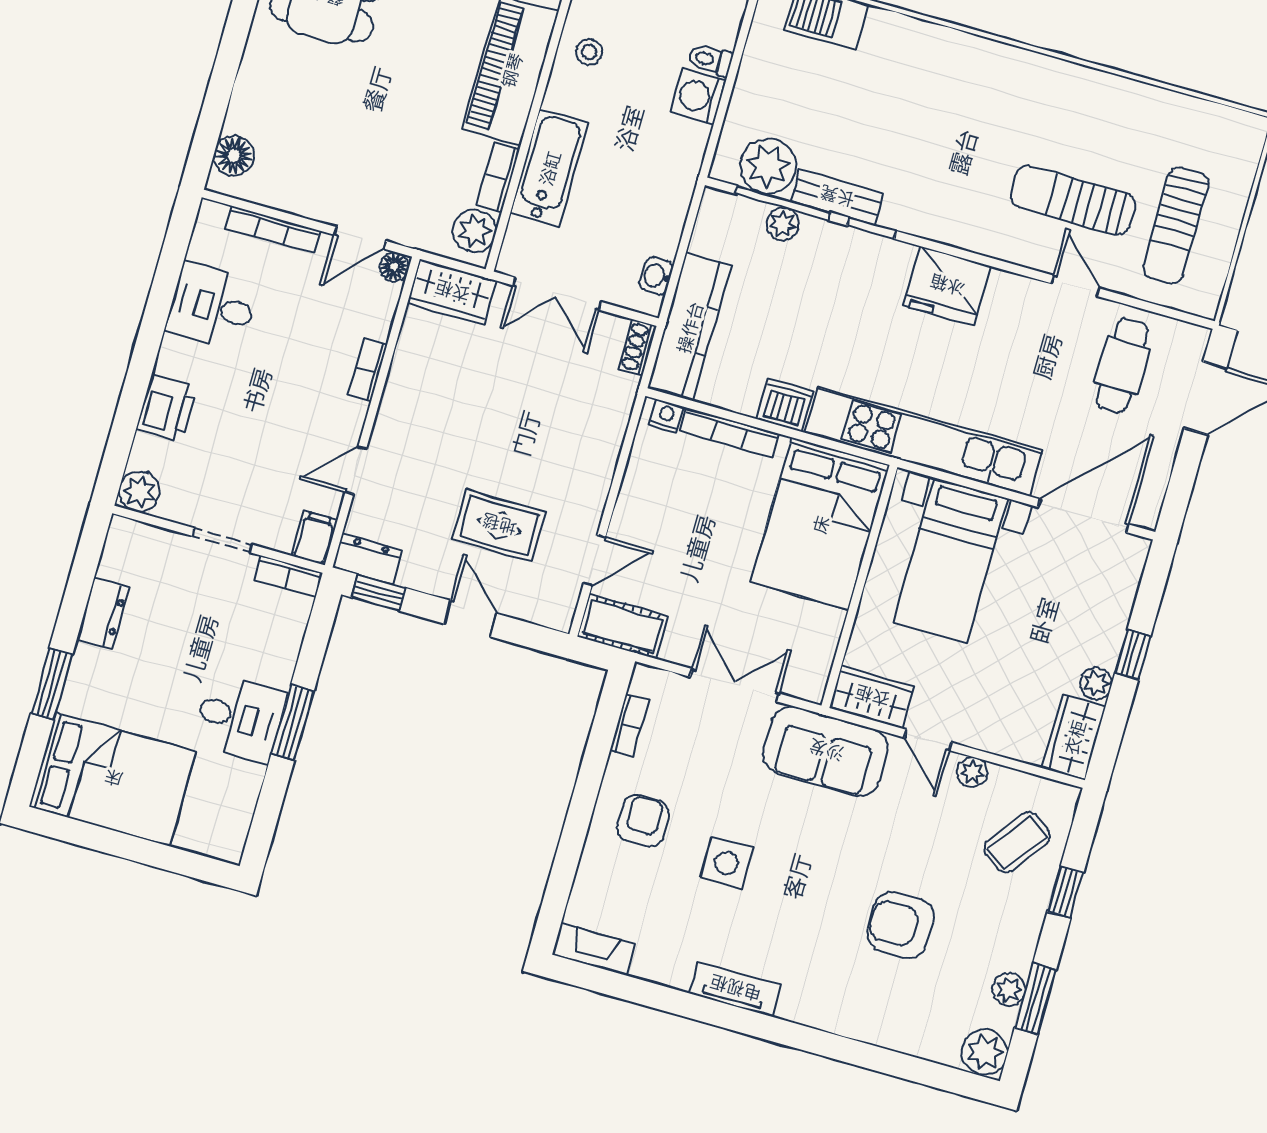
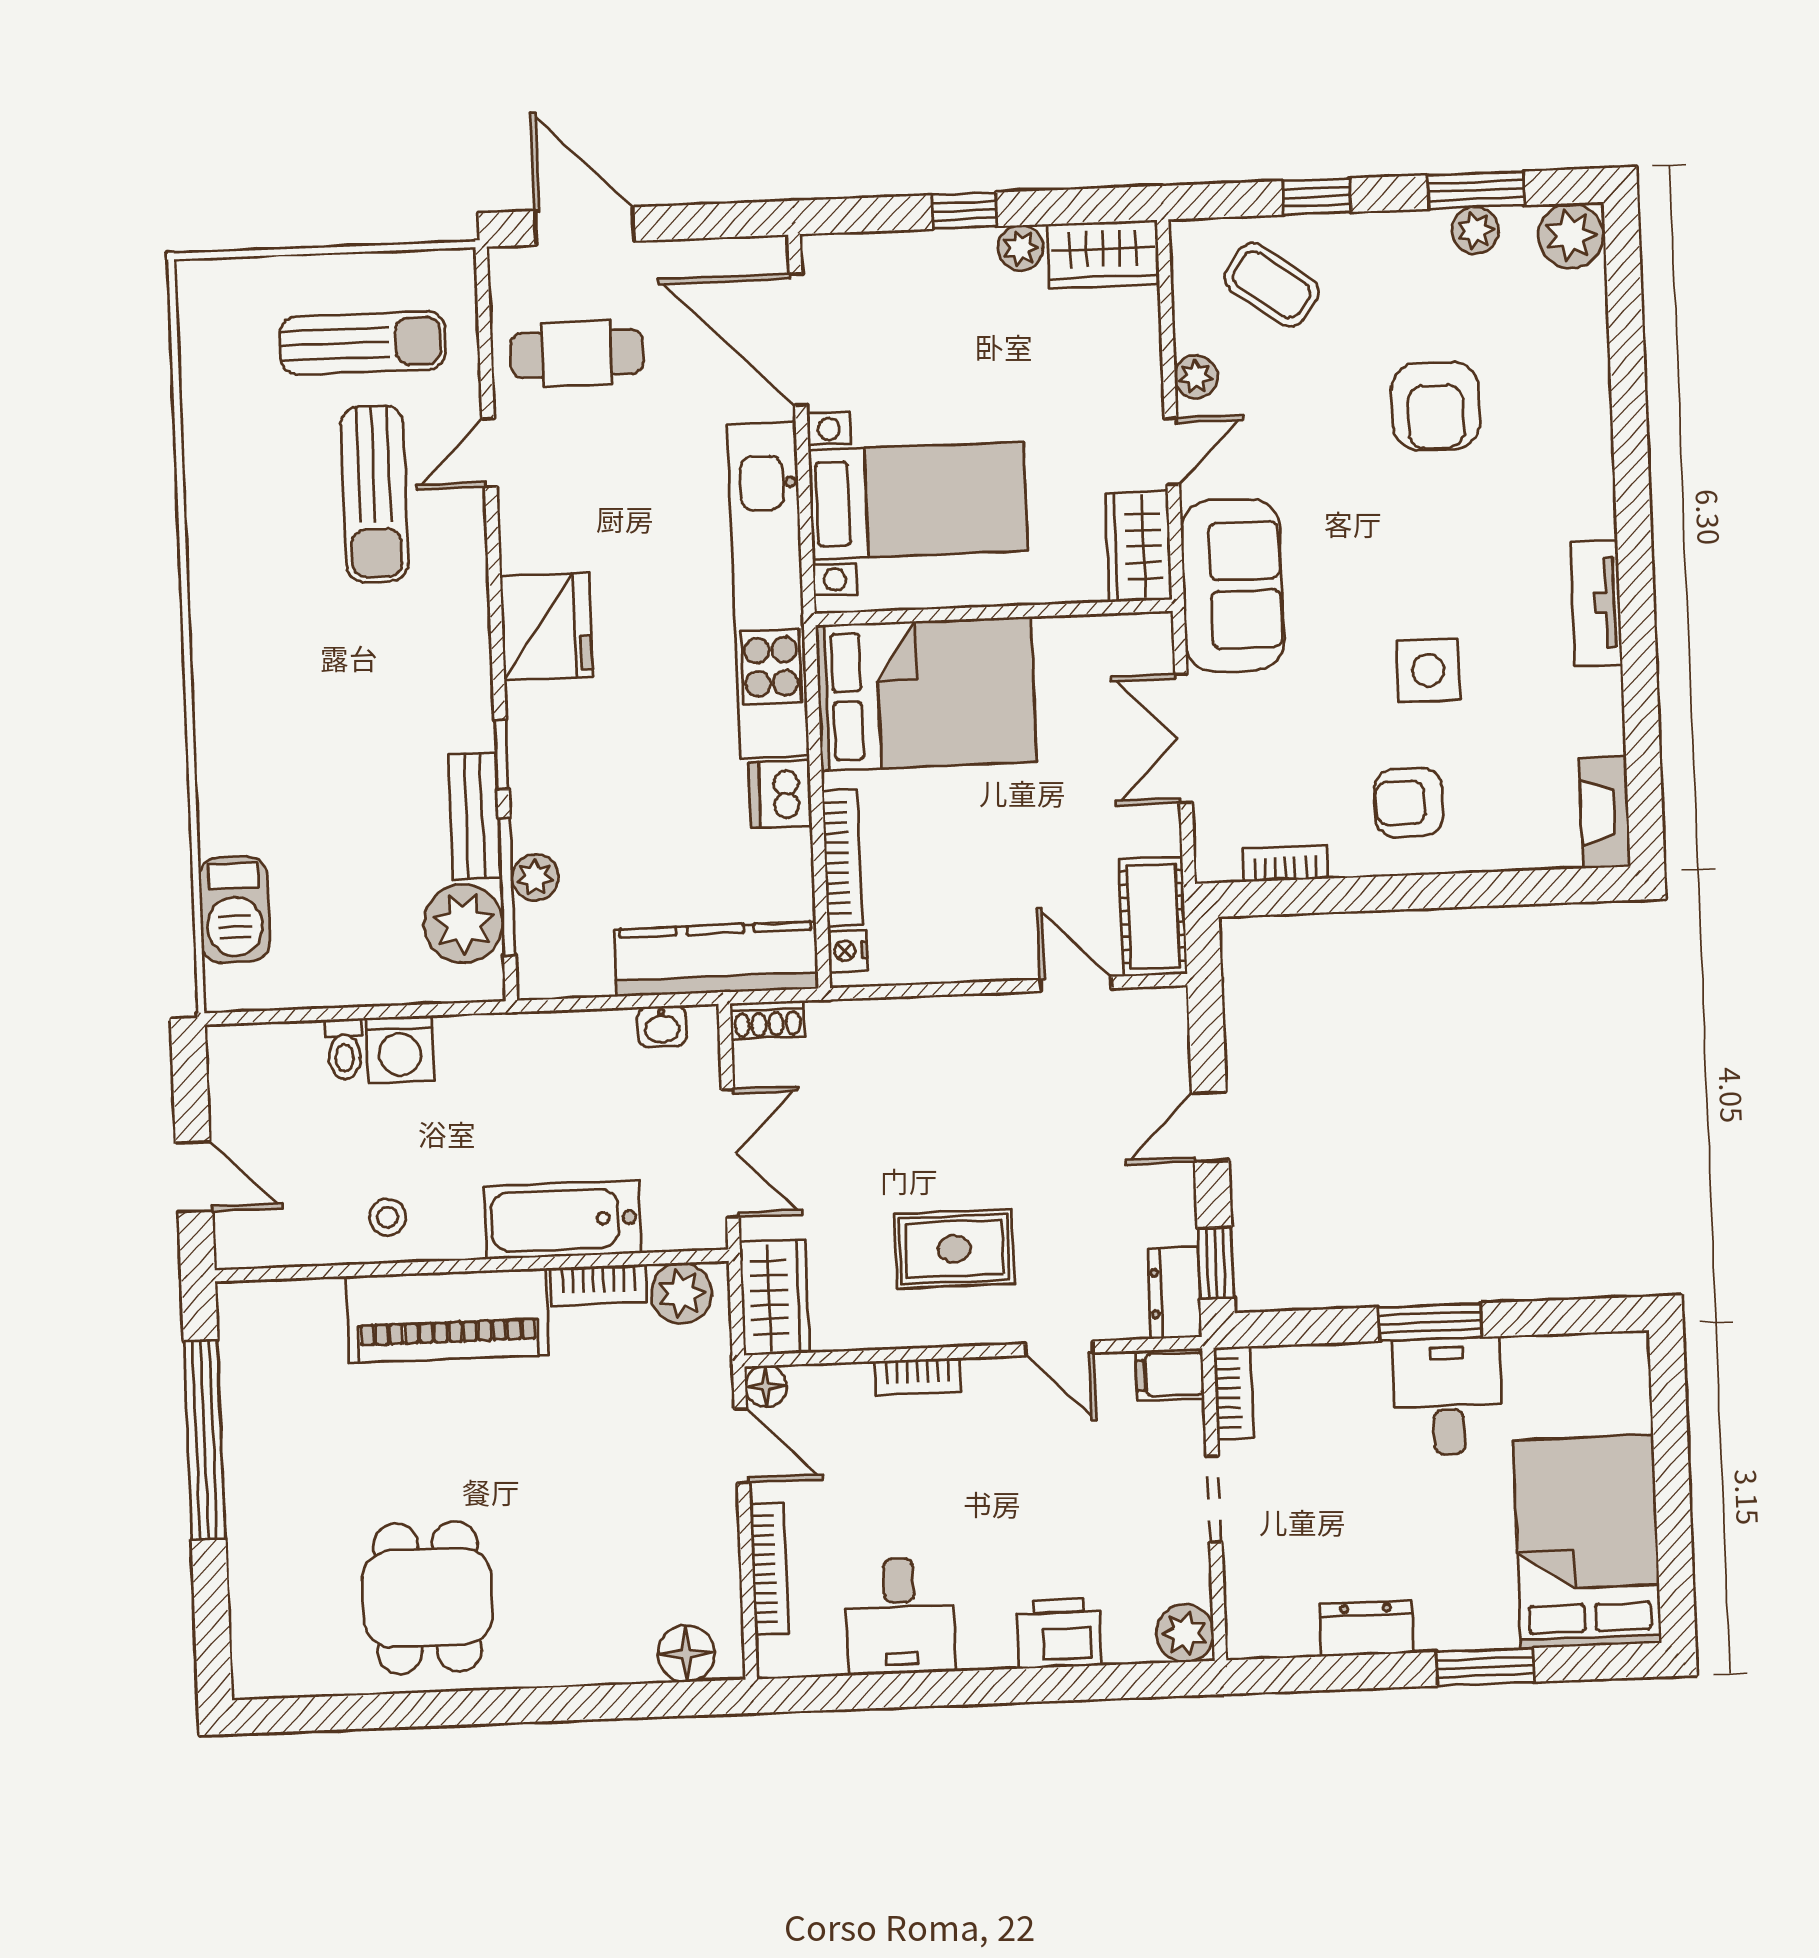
rug: (499, 525) -> (954, 1249), moved, turned 90

